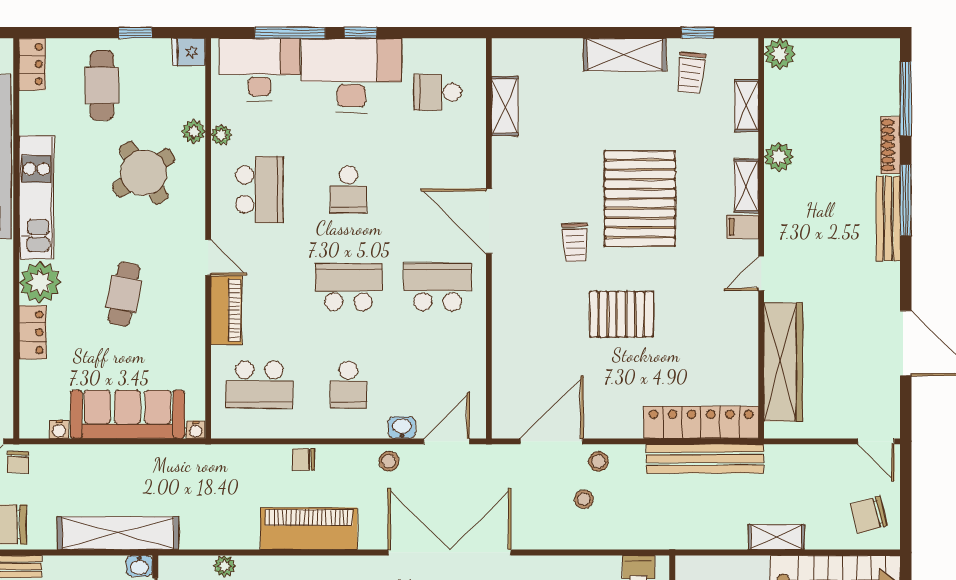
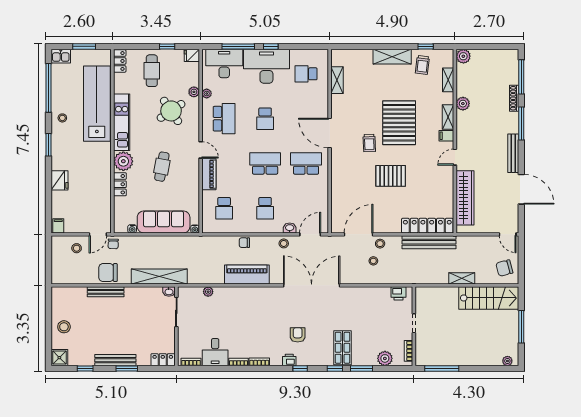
bench: (888, 218) -> (513, 153), moved
school desk: (259, 385) -> (224, 208), width x0.54

